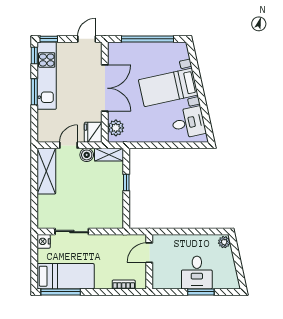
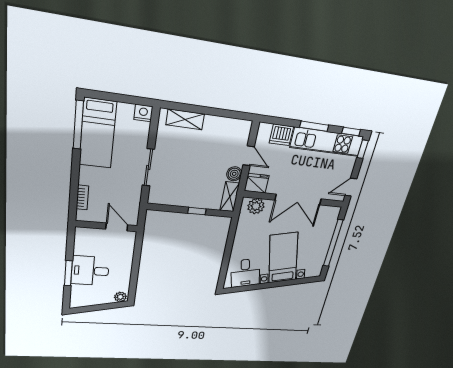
door: (87, 39) -> (351, 187), swing flipped
dishwasher: (46, 120) -> (281, 135), added
shelving: (46, 171) -> (185, 119), moved, width x0.67, depth x0.75
sliding door: (72, 232) -> (148, 167), moved

